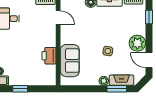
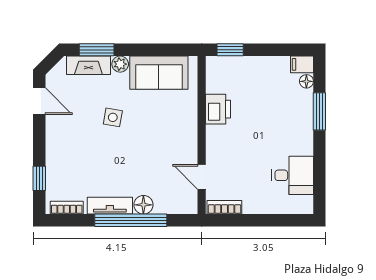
plant: (137, 43) -> (60, 131), removed
sofa: (70, 61) -> (159, 73), moved, turned -90
window: (20, 89) -> (230, 50), moved

